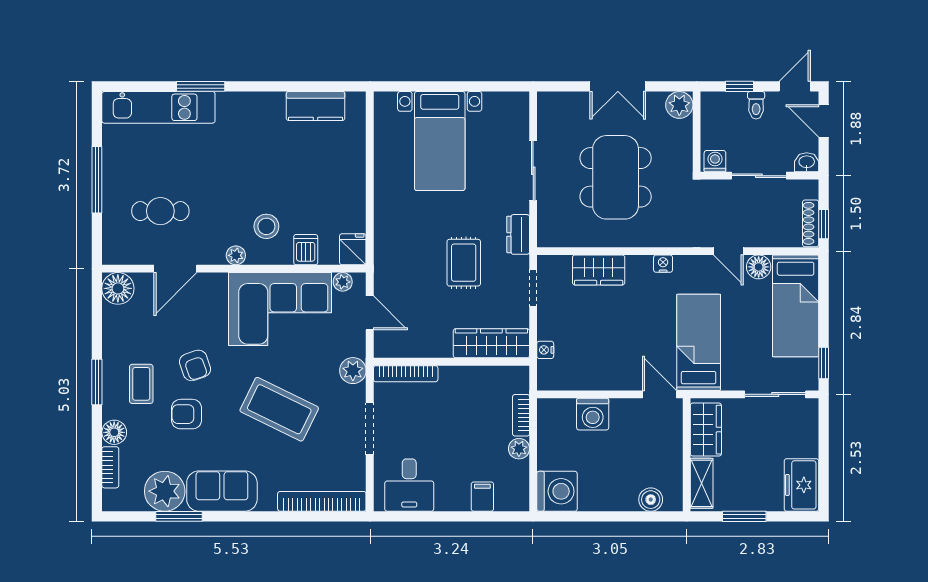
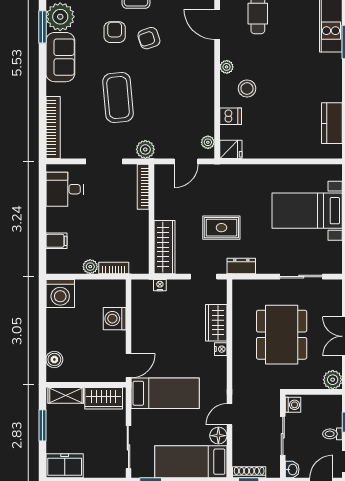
sliding door: (533, 171) -> (301, 277), moved
dining table: (616, 177) -> (282, 335), turned 90
nightstand: (663, 264) -> (221, 349), moved
corner sofa: (280, 309) -> (189, 98), removed
coffee table: (279, 409) -> (118, 97), turned -31

